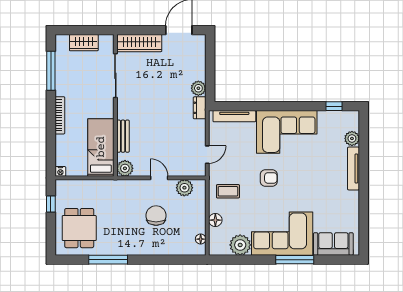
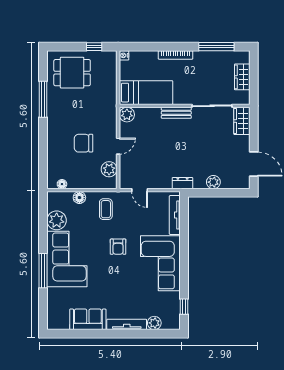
wardrobe: (139, 43) -> (242, 121), width x0.67
plant: (198, 88) -> (213, 182), moved
bench: (123, 136) -> (176, 113), moved
chair: (156, 216) -> (84, 143), turned 180
sofa: (333, 244) -> (88, 319), moved, turned -90

